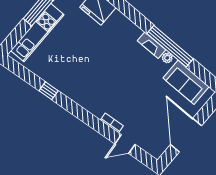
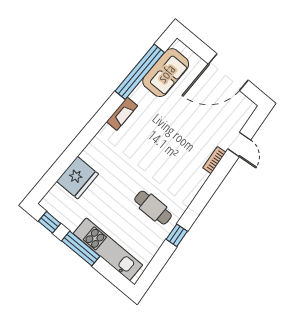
window: (170, 46) -> (140, 72), moved
plant: (167, 58) -> (137, 95), removed
cafe table: (72, 71) -> (153, 208), added

